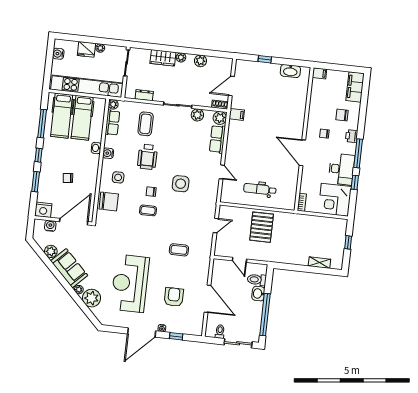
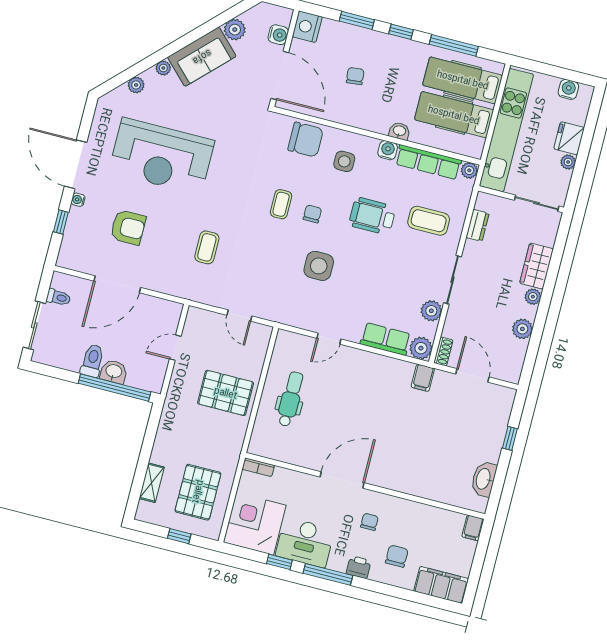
row of seats: (112, 123) -> (428, 162), width x1.48
chair: (109, 202) -> (306, 140), turned -90
pallet: (321, 235) -> (198, 492), added
toilet: (257, 280) -> (92, 361), moved
reception desk: (130, 283) -> (162, 156), turned 180
plant: (92, 298) -> (136, 85), width x0.53, depth x0.53
window: (265, 315) -> (115, 388), moved

